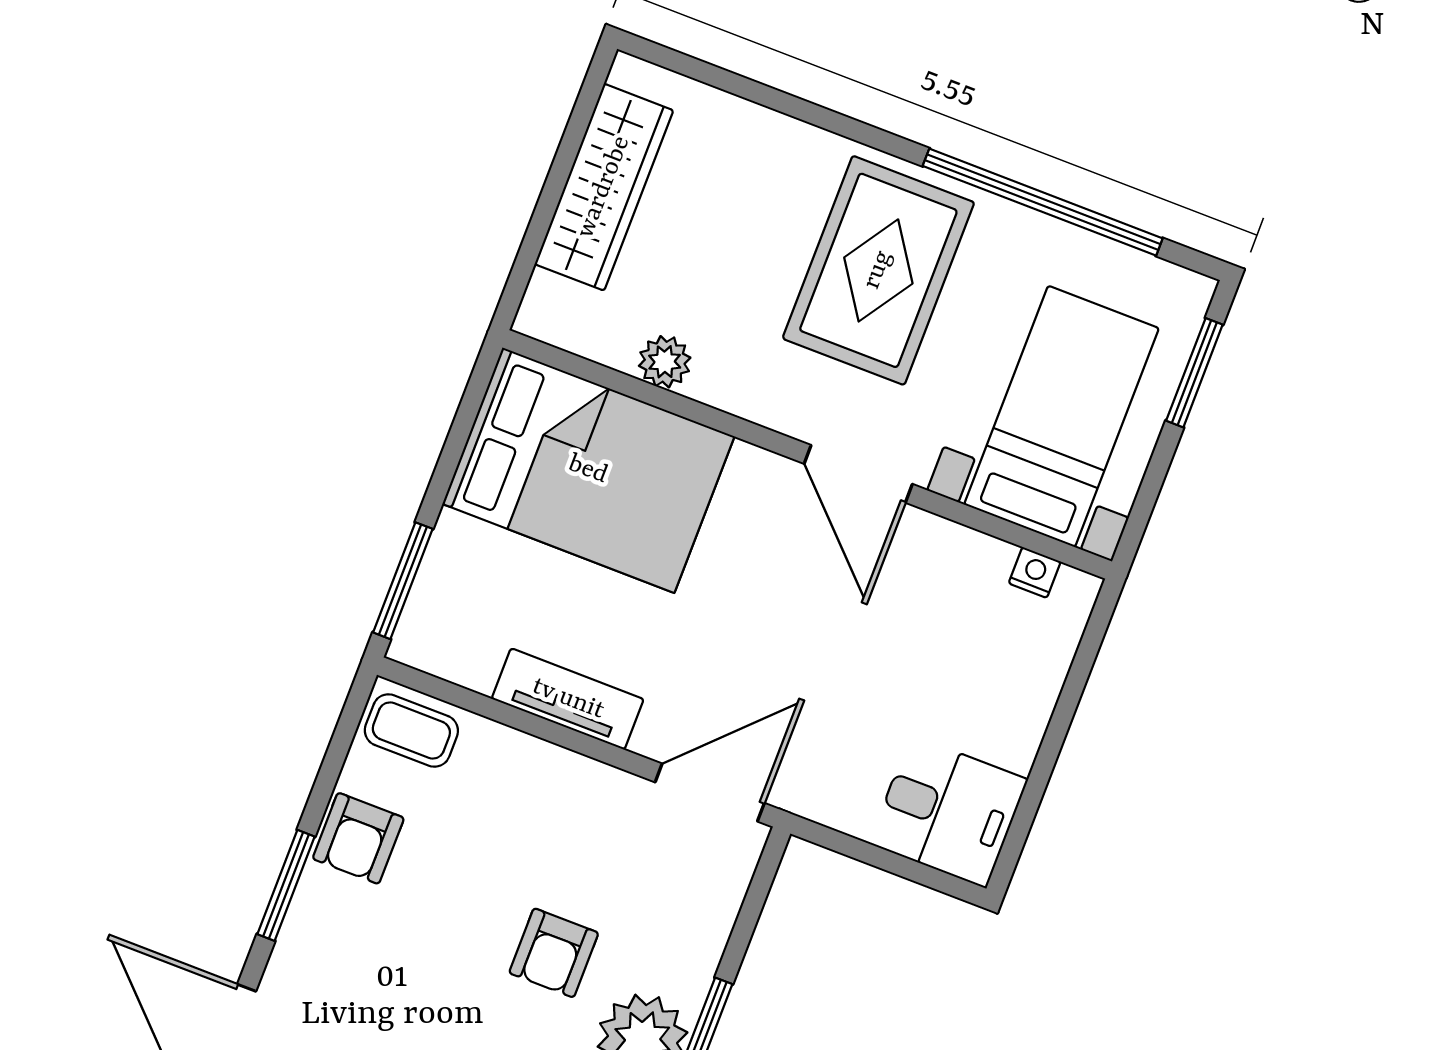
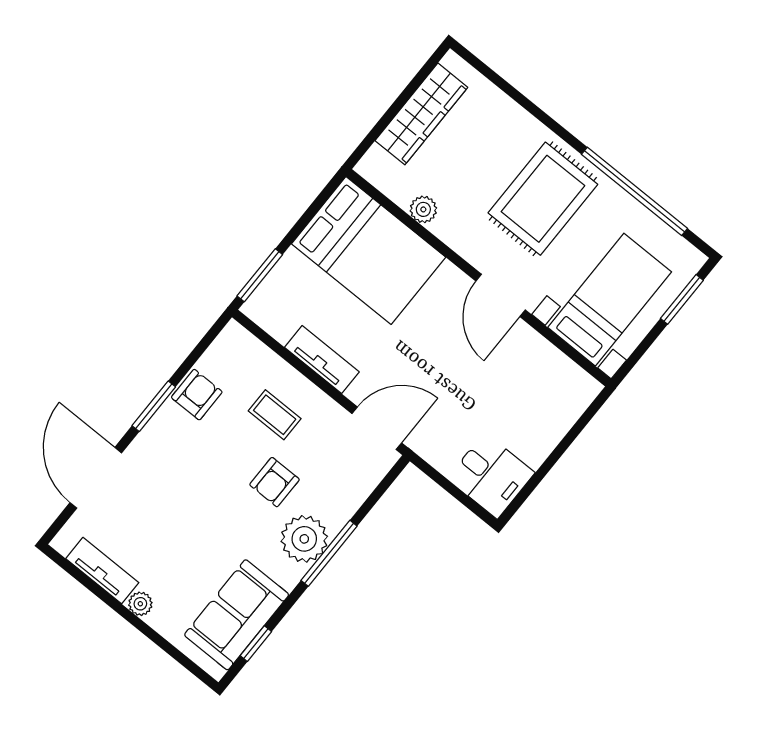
nightstand: (1035, 572) -> (571, 372), removed
coffee table: (411, 731) -> (275, 415), moved
armchair: (358, 838) -> (197, 395), turned 180

